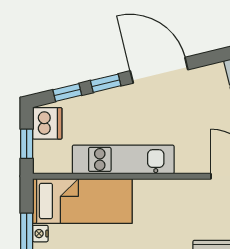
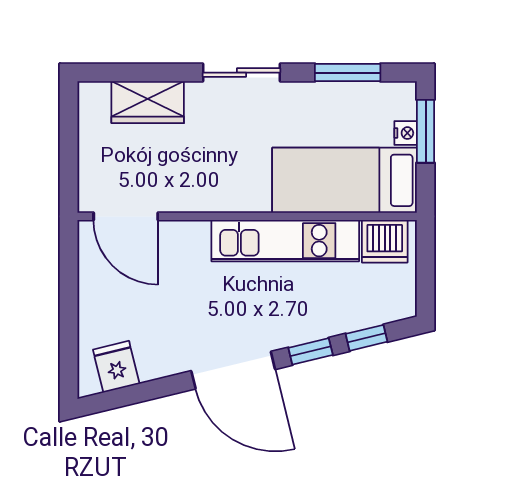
dishwasher: (47, 123) -> (385, 241), moved, turned -90
window: (27, 144) -> (426, 263), removed

